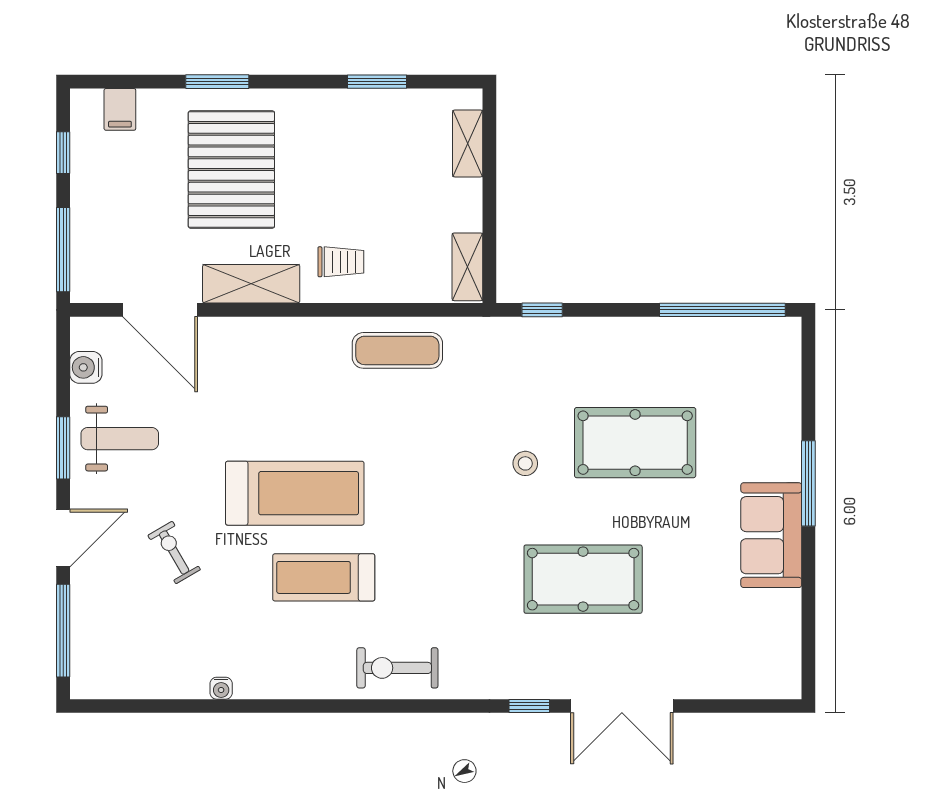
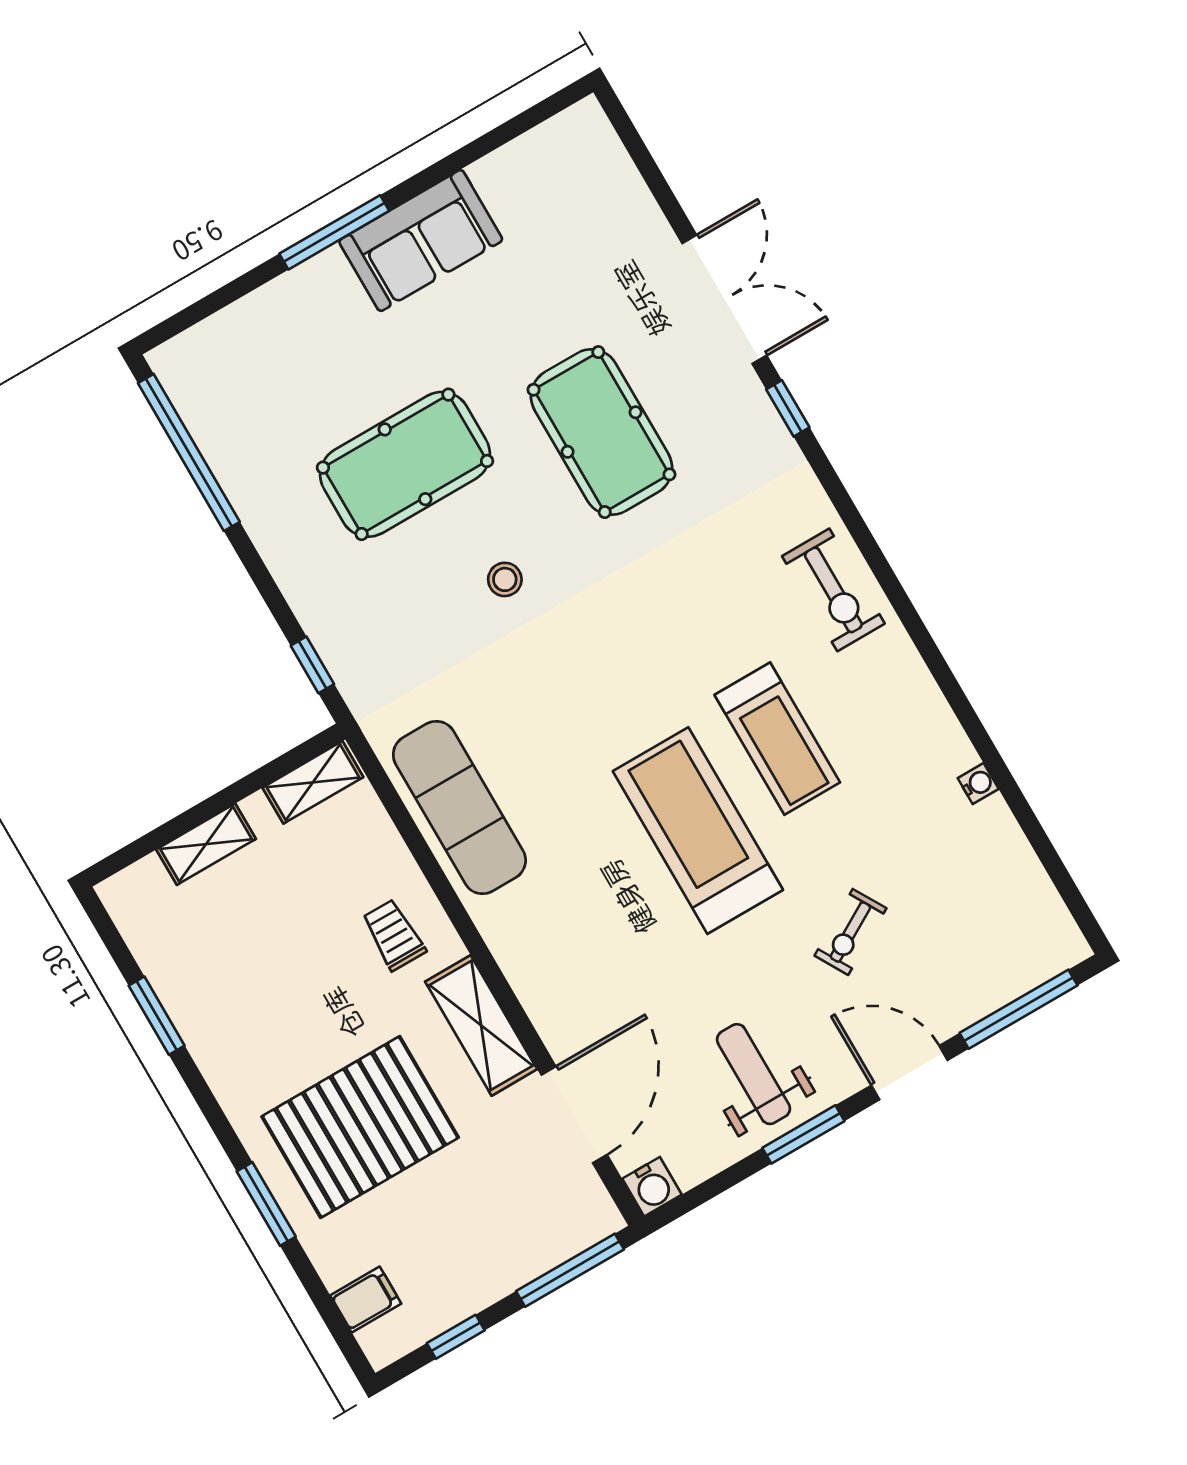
shelving: (468, 143) -> (206, 844), moved
exercise mat: (397, 350) -> (459, 808), width x1.36, depth x1.45
water cooler: (86, 367) -> (652, 1187), moved
pool table: (635, 443) -> (405, 464), turned 90

